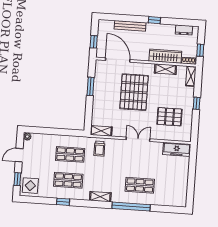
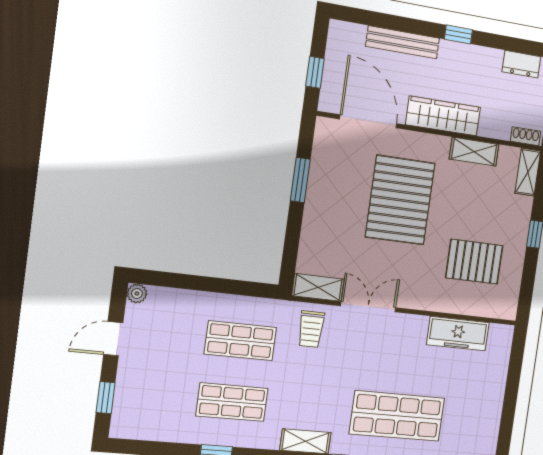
wardrobe: (165, 56) -> (443, 116), moved
double door: (138, 139) -> (368, 307), moved
freezer: (177, 149) -> (458, 334), moved
shop shelf: (140, 185) -> (397, 416), width x1.43, depth x1.36
display table: (30, 186) -> (138, 414), removed

